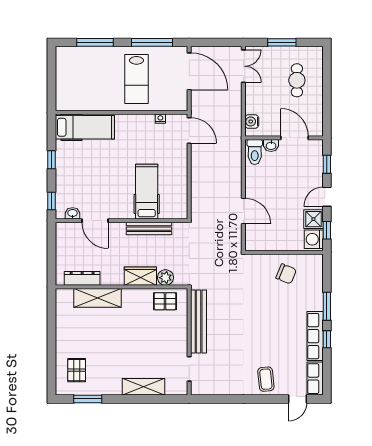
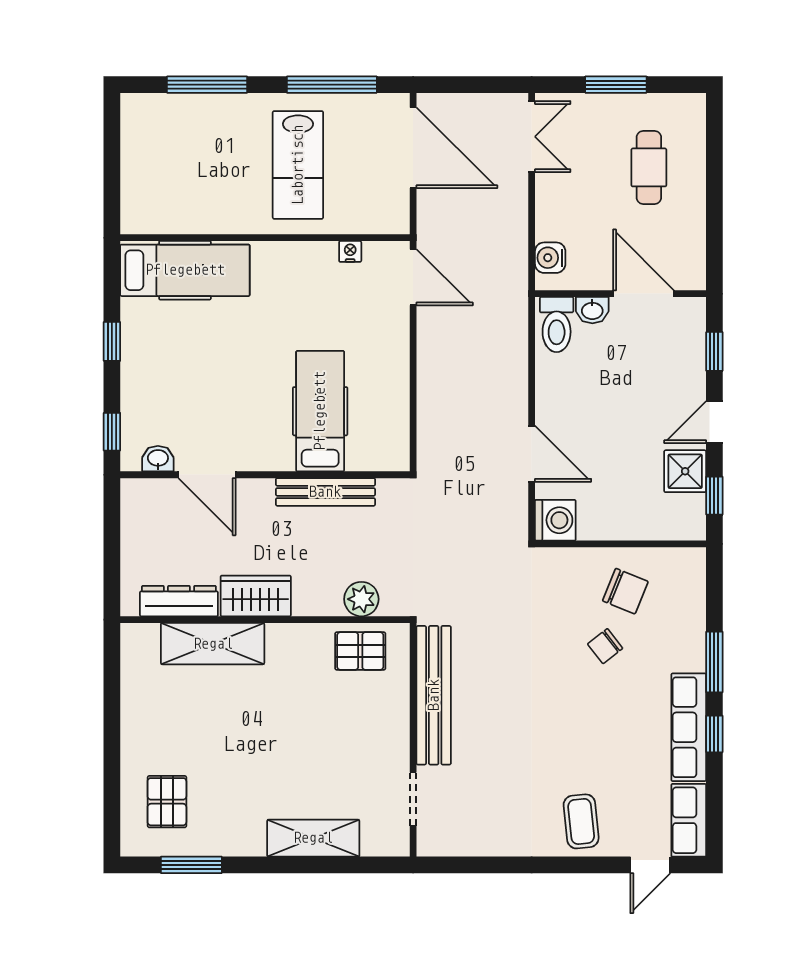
washing machine: (314, 239) -> (555, 520), moved, turned 180
wardrobe: (140, 276) -> (256, 596), moved
chair: (277, 299) -> (605, 646), added

